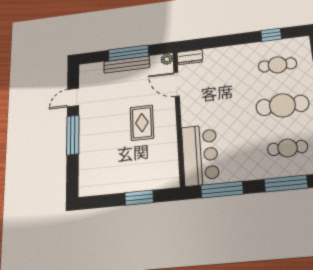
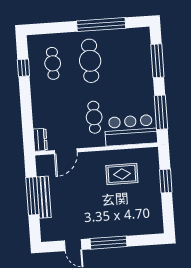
plant: (167, 59) -> (41, 161), removed
rug: (142, 123) -> (122, 174), moved
cafe table: (288, 148) -> (94, 117), moved

